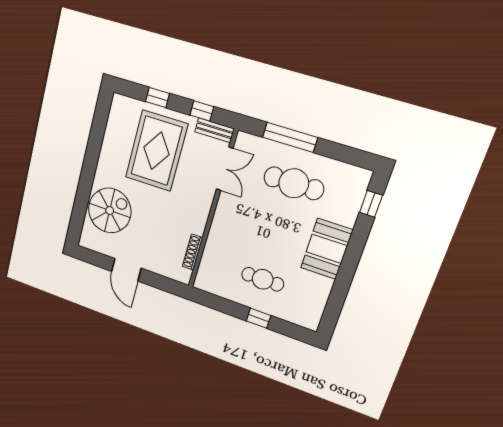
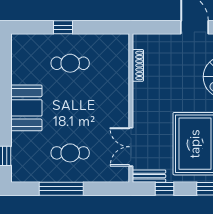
window: (290, 137) -> (61, 189), moved
cafe table: (294, 183) -> (70, 153), width x0.73, depth x0.74

